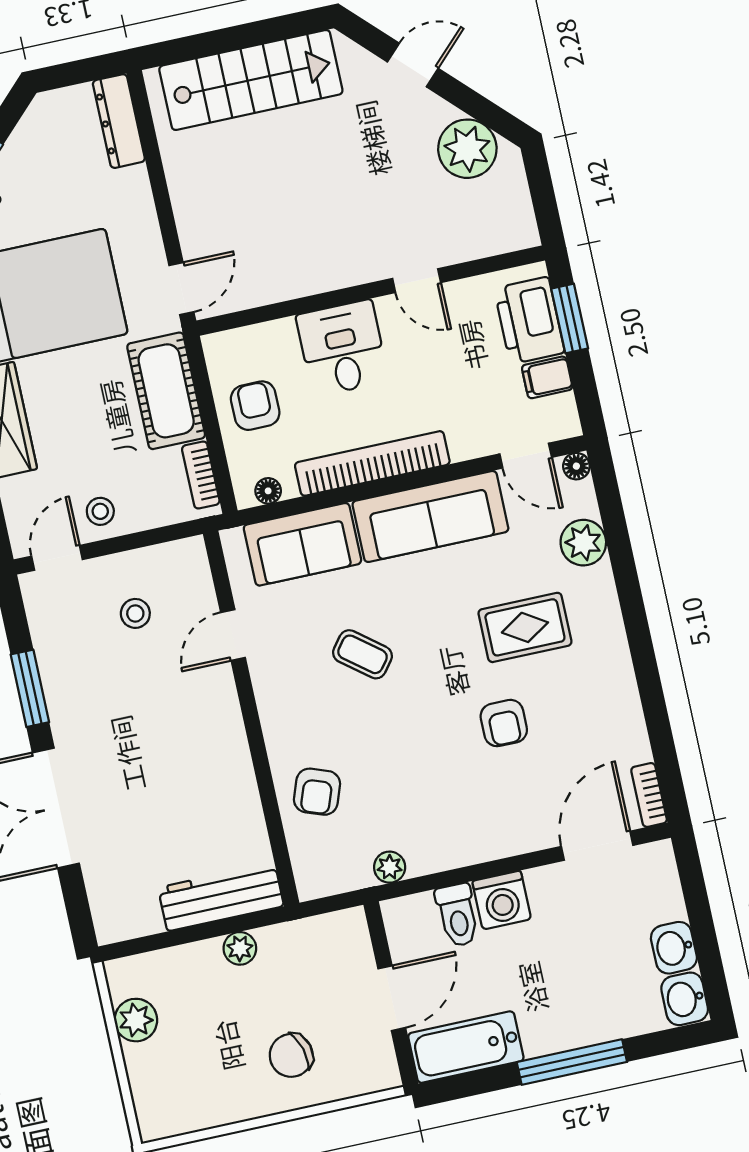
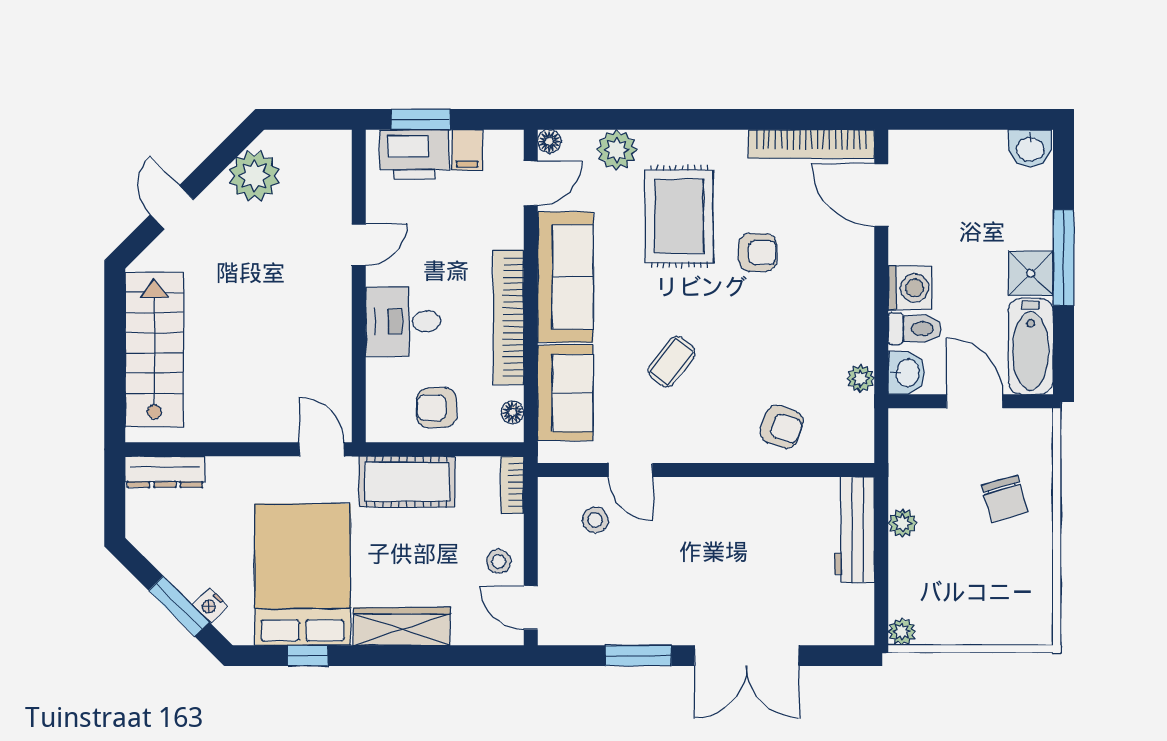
bookcase: (201, 475) -> (512, 485), moved, turned 90
stool: (135, 613) -> (595, 520), moved
rug: (525, 627) -> (679, 216), width x1.36, depth x1.43
bookcase: (649, 795) -> (811, 144), width x2.31, depth x1.31
washbasin: (674, 948) -> (906, 373), moved, turned -90
plant: (136, 1020) -> (902, 632), moved, width x0.73, depth x0.73
shower: (547, 1030) -> (1031, 273), added

